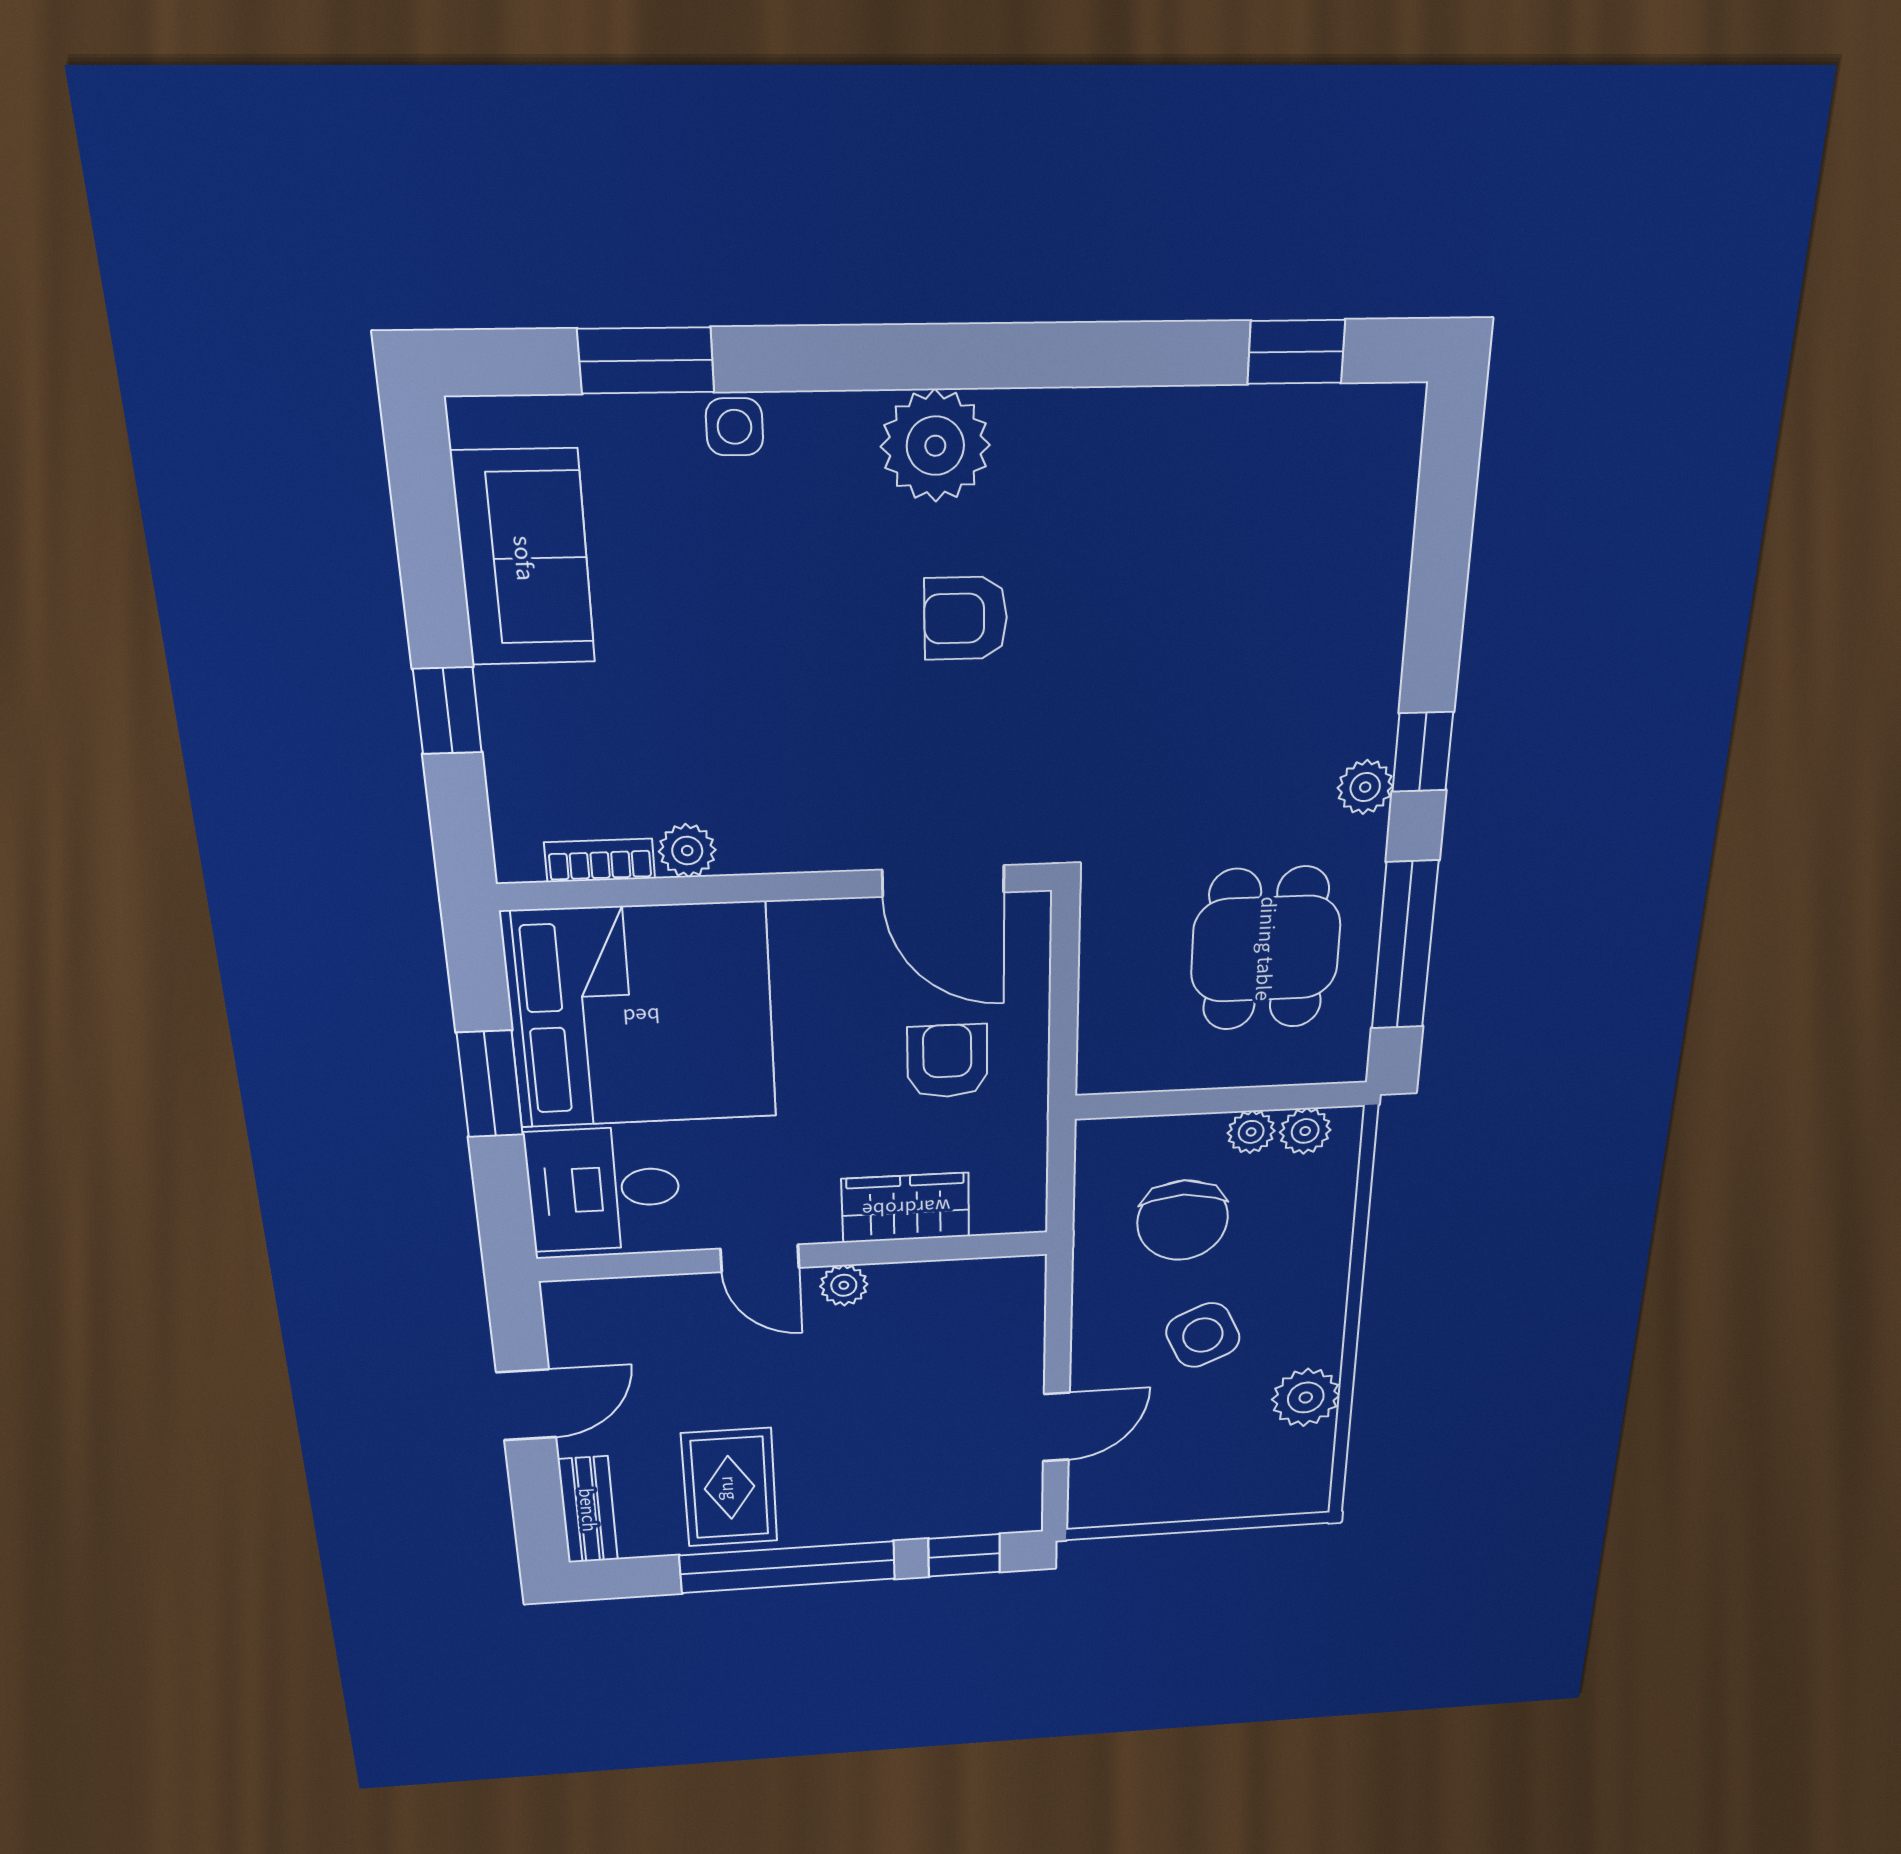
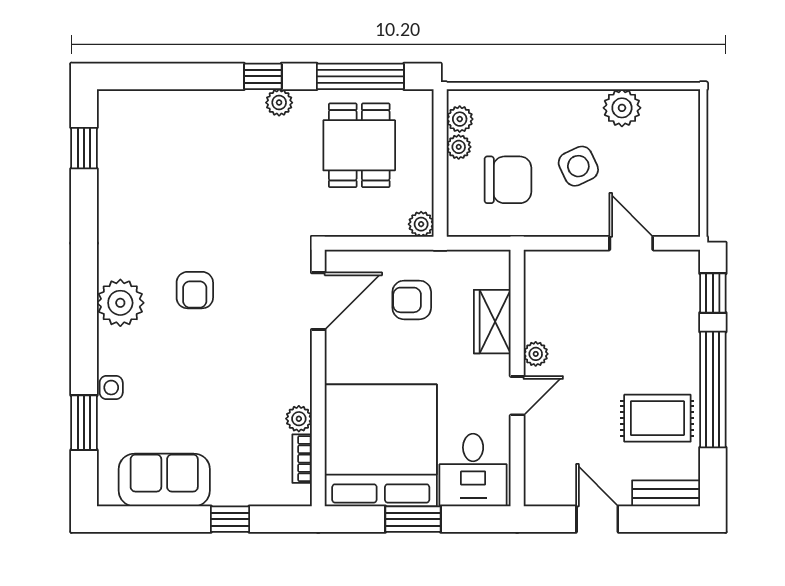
dining table: (1266, 949) -> (359, 145), turned 90
plant: (1101, 1072) -> (421, 224), added

